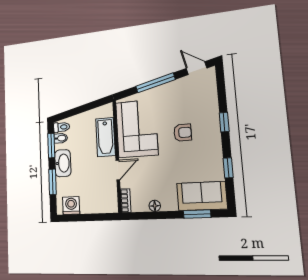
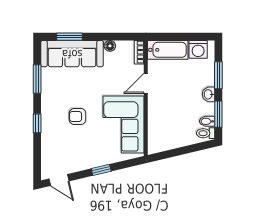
window: (155, 83) -> (101, 170), width x0.46
bathtub: (105, 137) -> (168, 50), moved, turned 90
washbasin: (63, 163) -> (208, 94), width x0.52, depth x0.69
window: (228, 168) -> (37, 79), width x1.50
sofa: (202, 196) -> (72, 54), width x1.36

